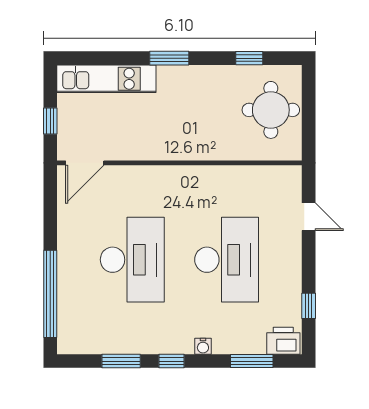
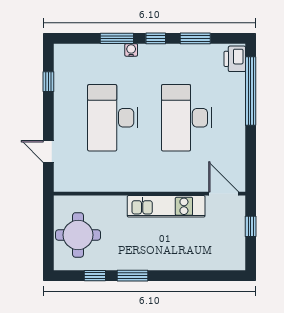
window: (169, 58) -> (132, 276), moved
kitchen unit: (106, 79) -> (166, 206), moved, turned 180
door: (85, 163) -> (224, 194), hinge flipped
printer: (283, 341) -> (235, 59), moved, turned 90
window: (252, 361) -> (117, 38), moved

